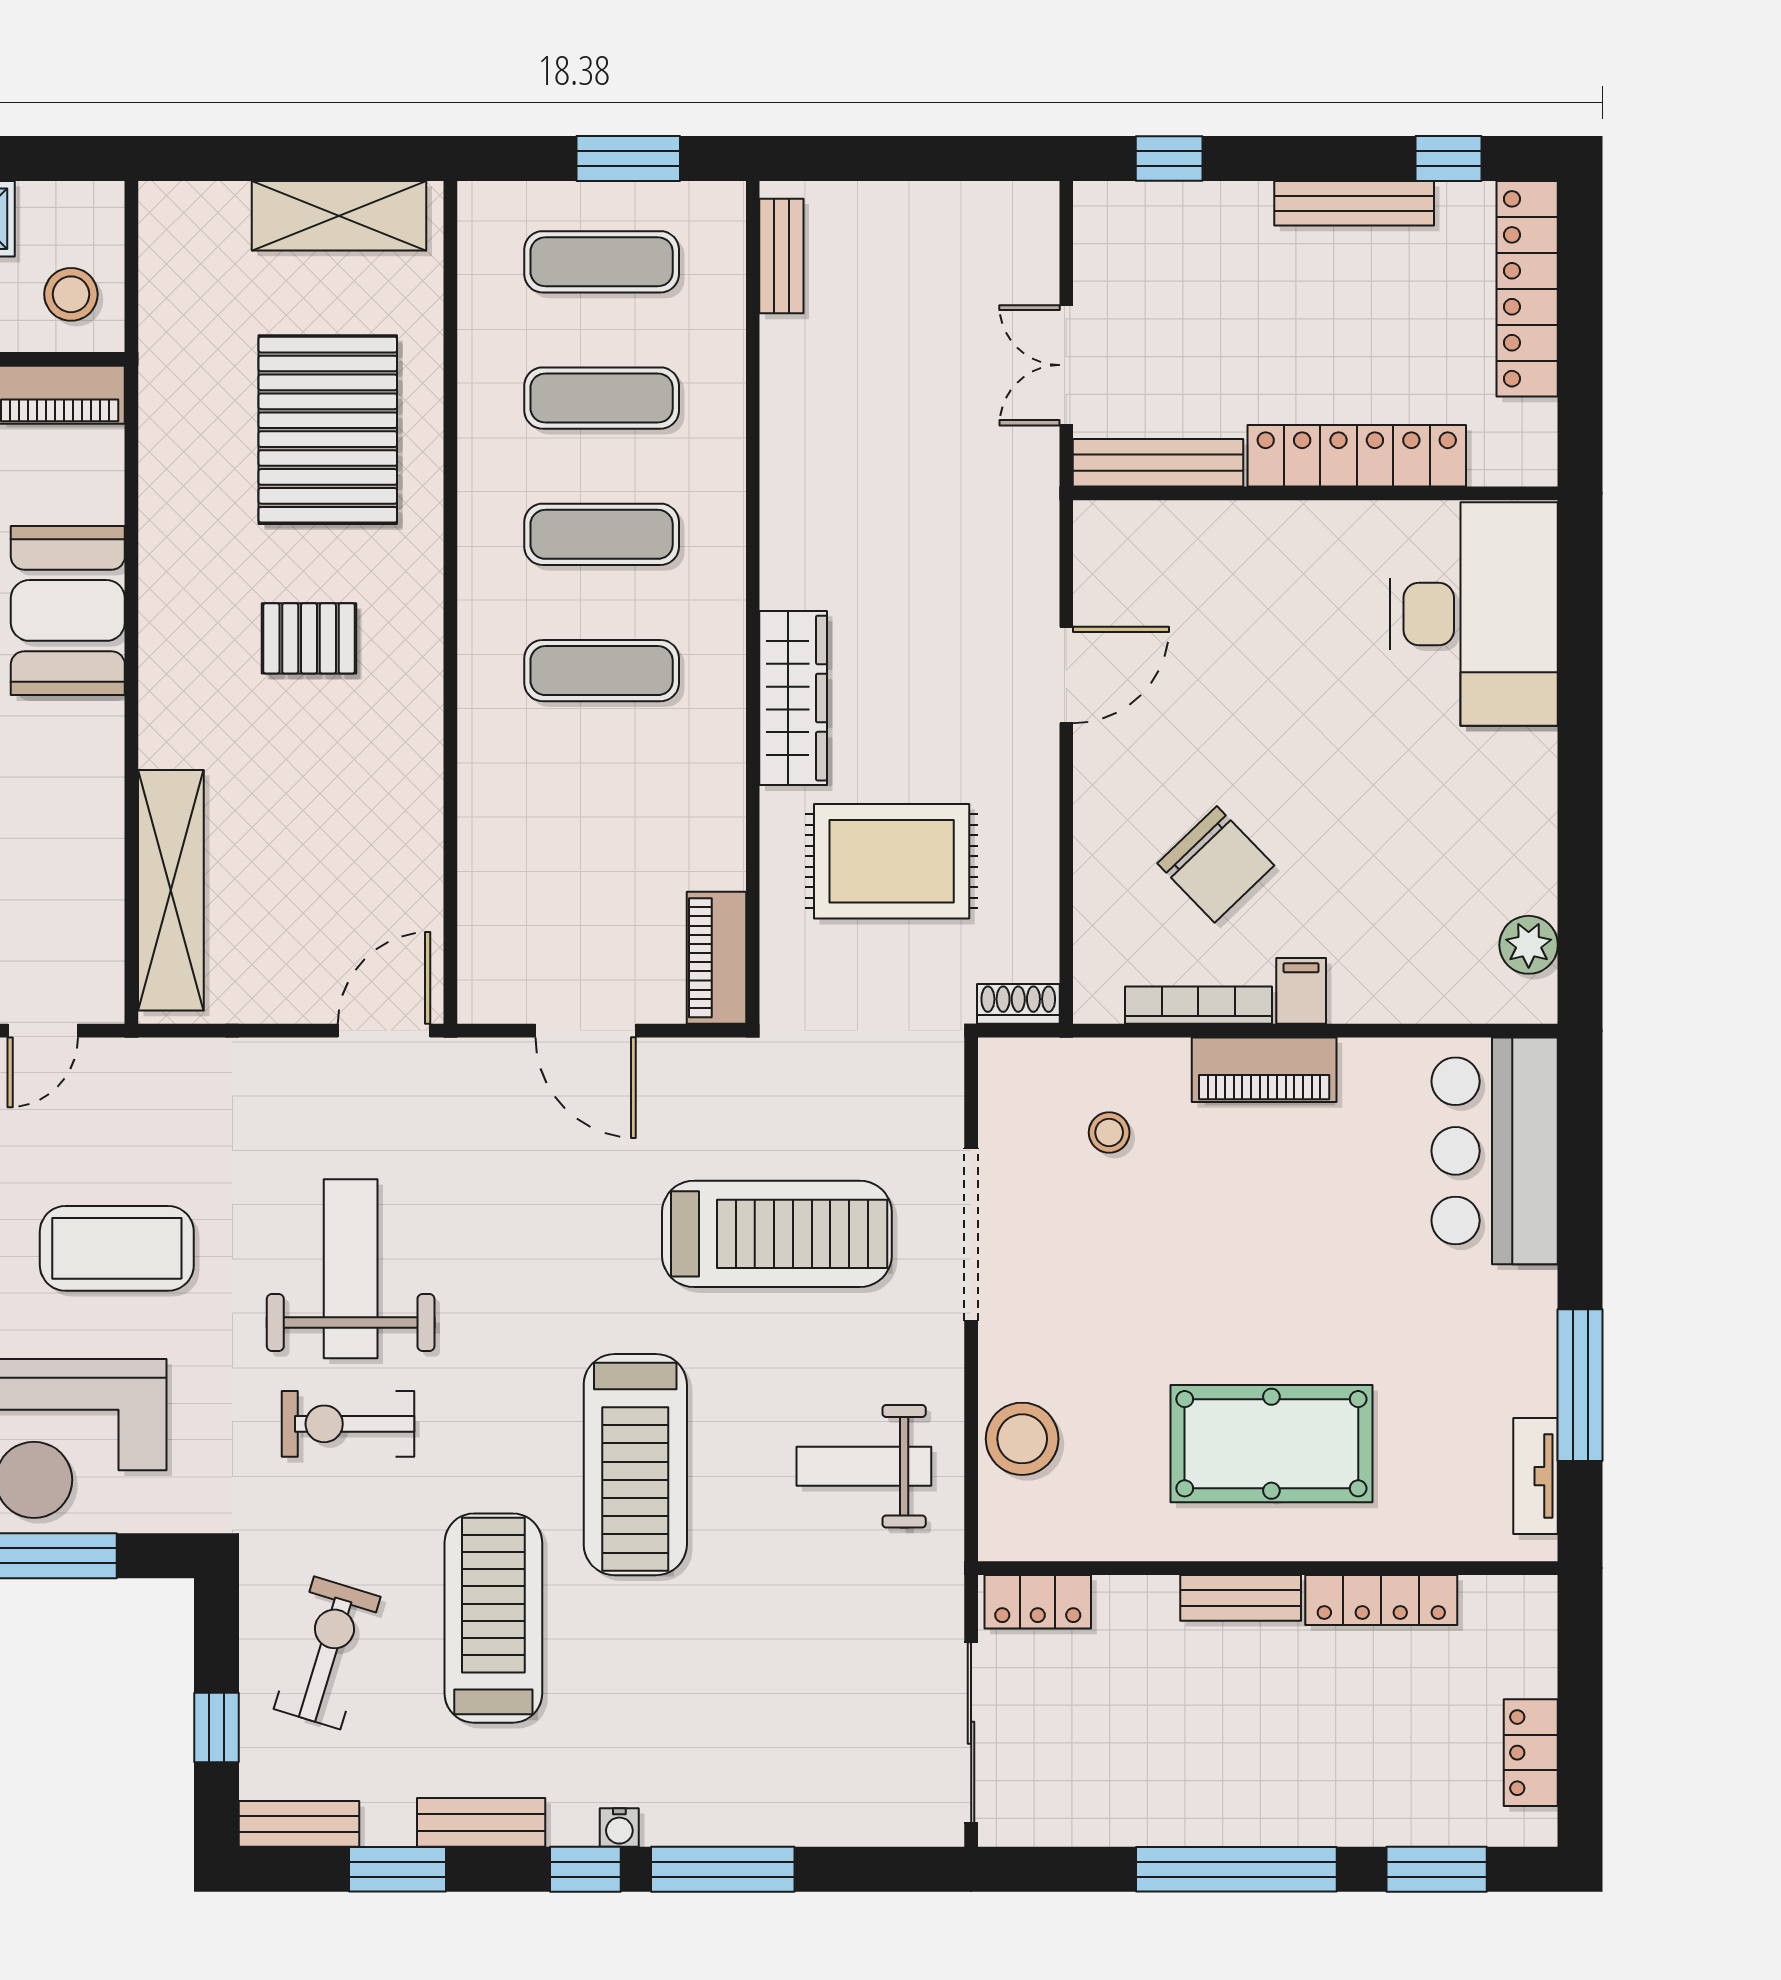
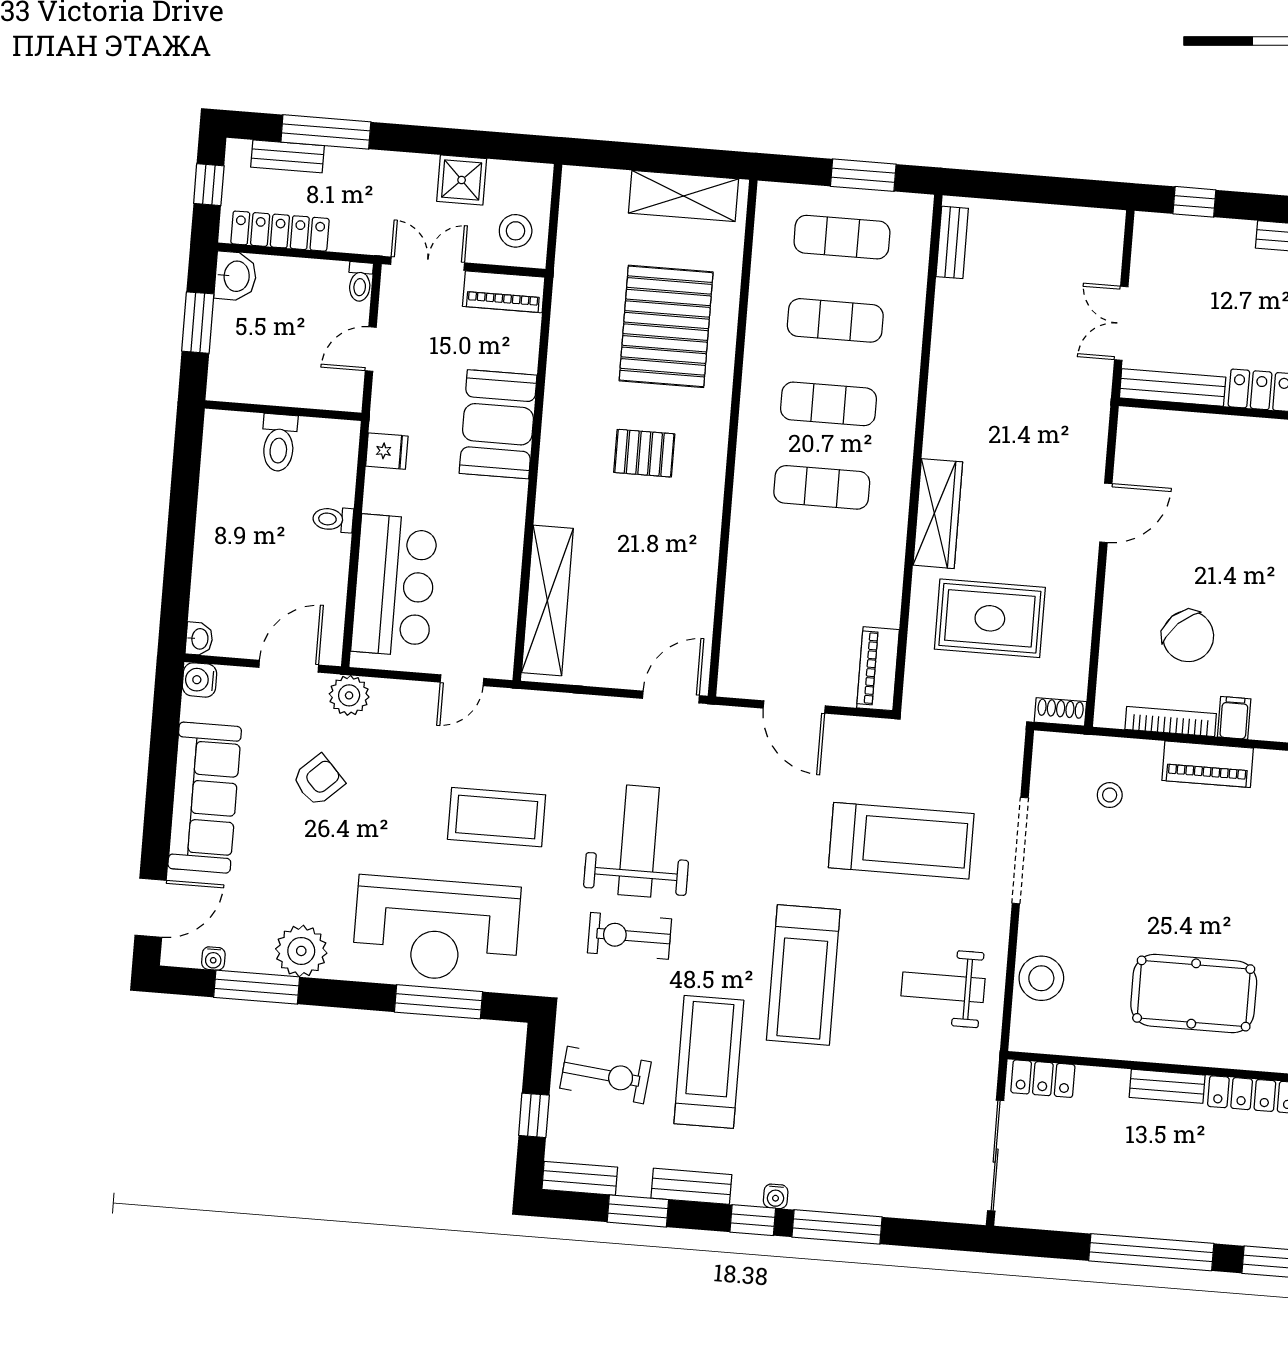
exercise bike: (327, 1653) -> (605, 1075), turned 79

